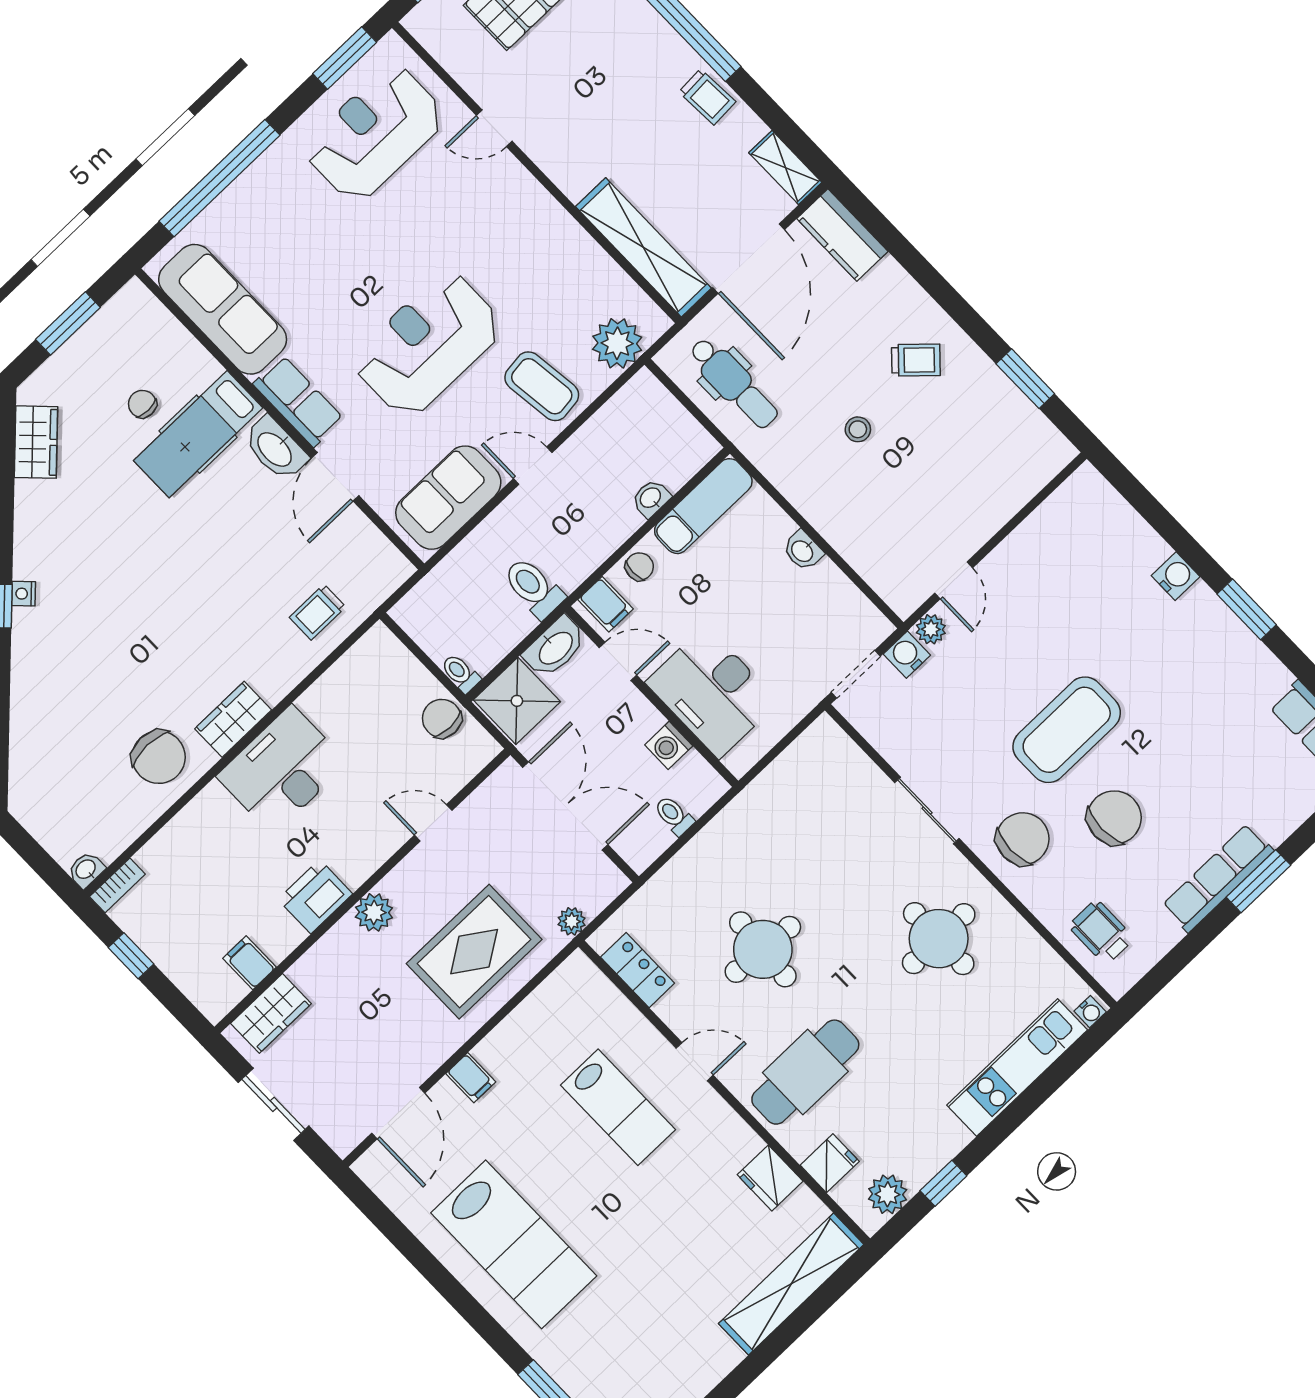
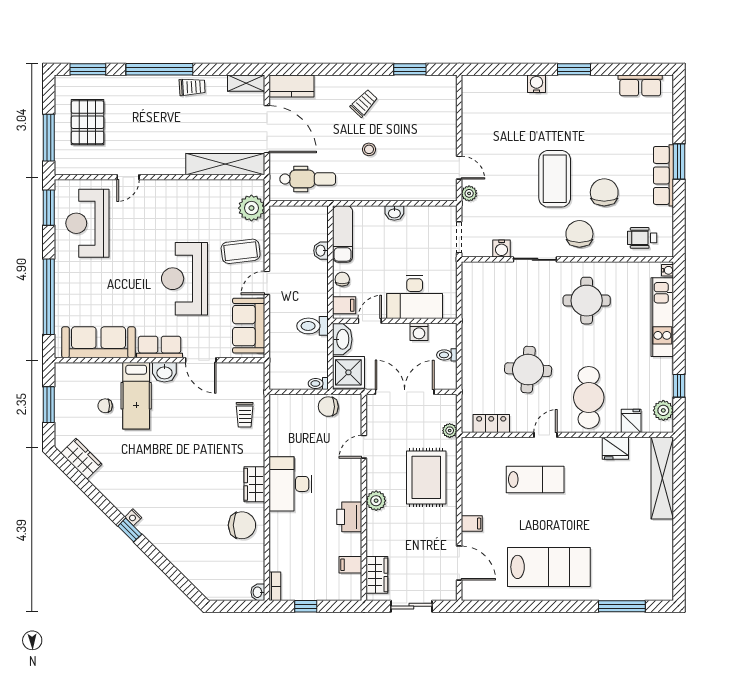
washbasin: (275, 449) -> (164, 372), width x0.72
water cooler: (907, 655) -> (502, 248), moved, turned -90

